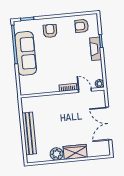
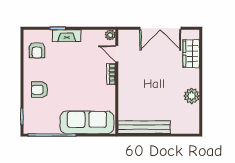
sofa: (26, 53) -> (87, 122), moved
door: (85, 90) -> (117, 54), hinge flipped
bench: (29, 133) -> (144, 127), moved
wardrobe: (75, 152) -> (191, 54), moved

